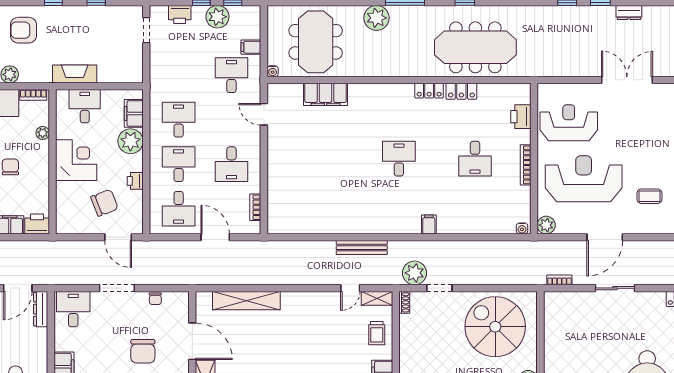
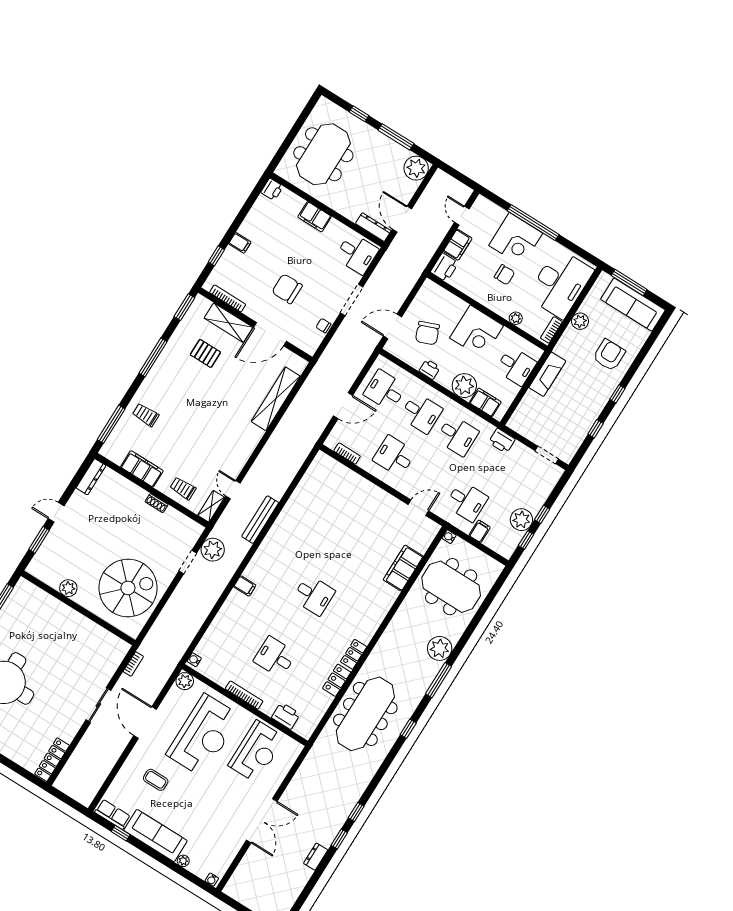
printer: (180, 14) -> (502, 441), moved, turned -90
coffee table: (649, 196) -> (156, 780), turned 90
shoe rack: (404, 302) -> (157, 503), moved

